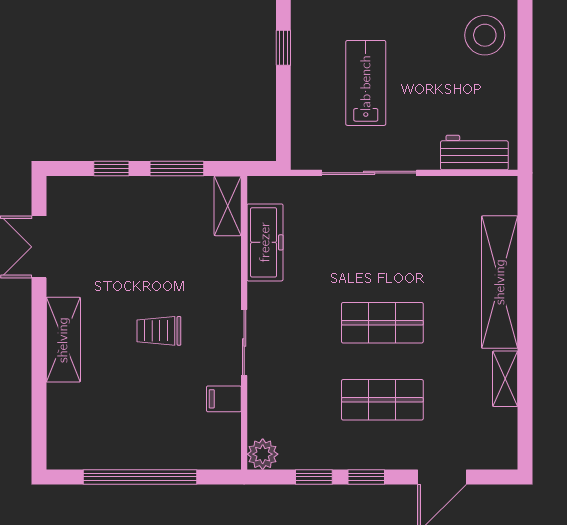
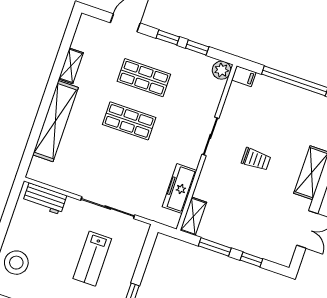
filing cabinet: (224, 399) -> (244, 76), moved

